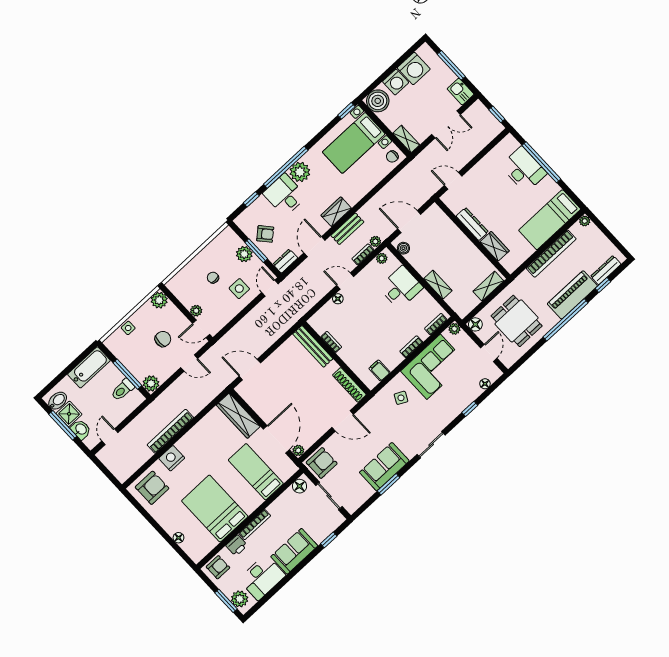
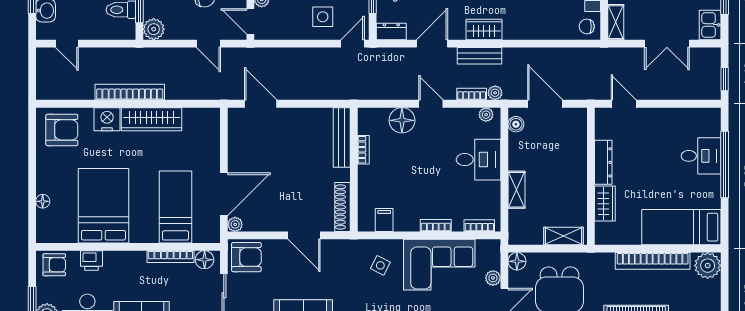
desk: (524, 170) -> (701, 156), width x0.73
plant: (585, 221) -> (708, 266), width x1.87, depth x1.87
floor lamp: (338, 299) -> (402, 120), width x1.89, depth x1.89
plant: (454, 329) -> (493, 278), moved
wardrobe: (238, 416) -> (152, 119), moved, turned -90
door: (110, 437) -> (67, 44), swing flipped
bookcase: (255, 525) -> (170, 257), moved

